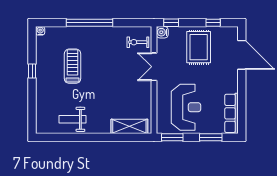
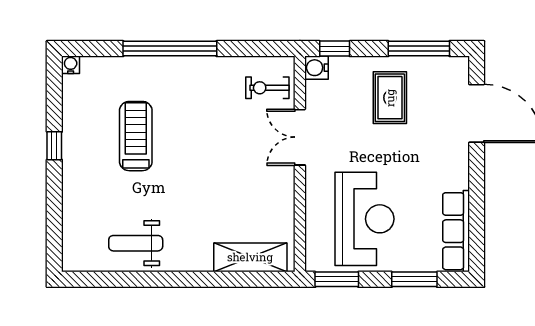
window: (213, 23) -> (419, 49), width x2.17
rug: (199, 47) -> (390, 98), width x0.73, depth x0.70

